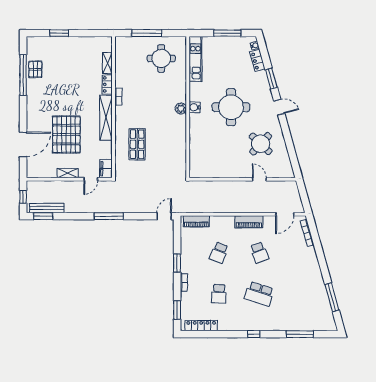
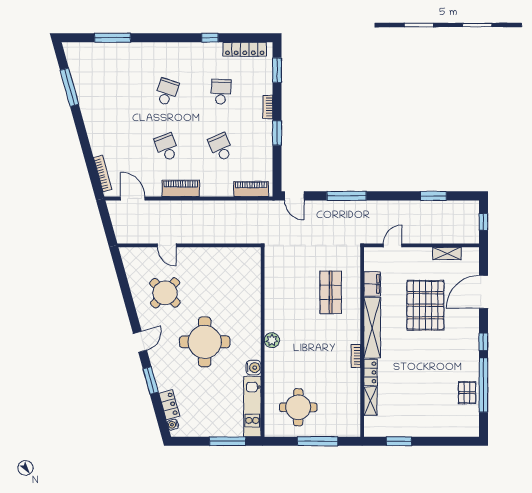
window: (59, 33) -> (399, 441), moved
window: (227, 33) -> (228, 441), moved
window: (23, 107) -> (483, 342), added
water cooler: (195, 107) -> (254, 368), moved
door: (279, 107) -> (140, 342), swing flipped
filing cabinet: (106, 169) -> (372, 284), moved
shelving: (68, 173) -> (447, 253), moved
bench: (47, 208) -> (452, 207), removed
door: (285, 214) -> (133, 198), hinge flipped
window: (43, 216) -> (433, 196), moved
window: (109, 216) -> (347, 196), moved
door: (164, 216) -> (294, 196), hinge flipped
school desk: (219, 253) -> (221, 147), turned -45
school desk: (259, 294) -> (167, 92), width x0.54
window: (254, 334) -> (210, 38), moved

